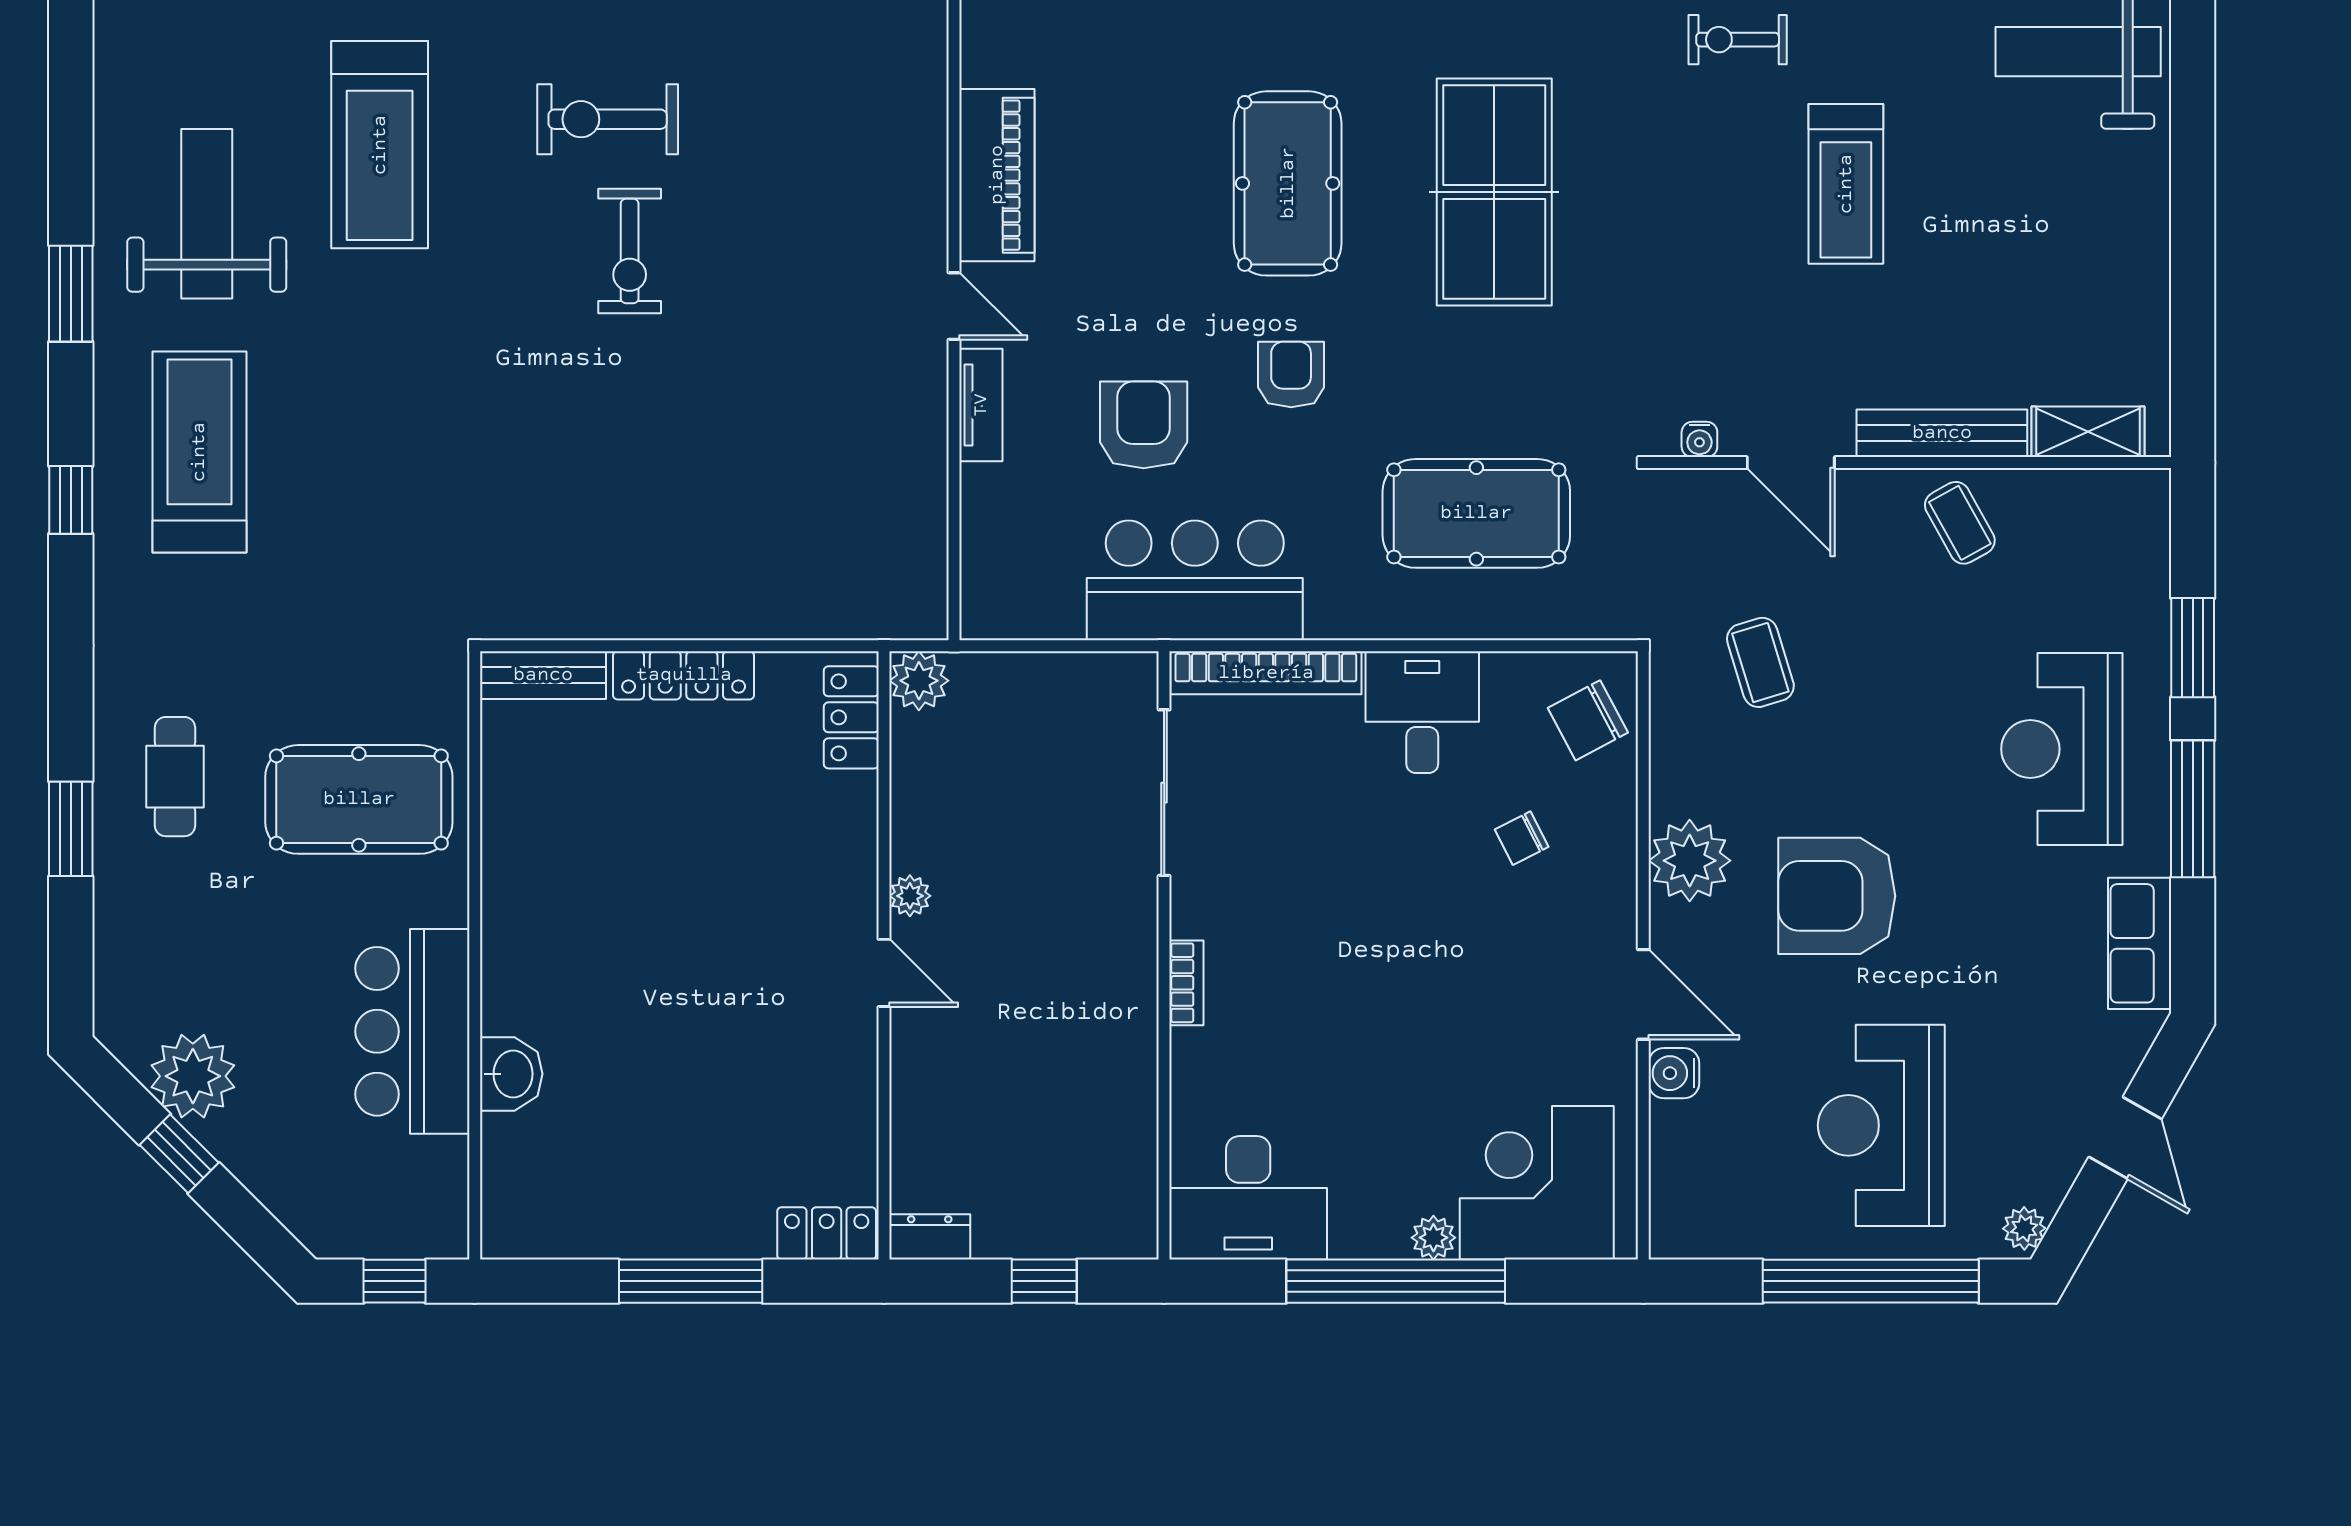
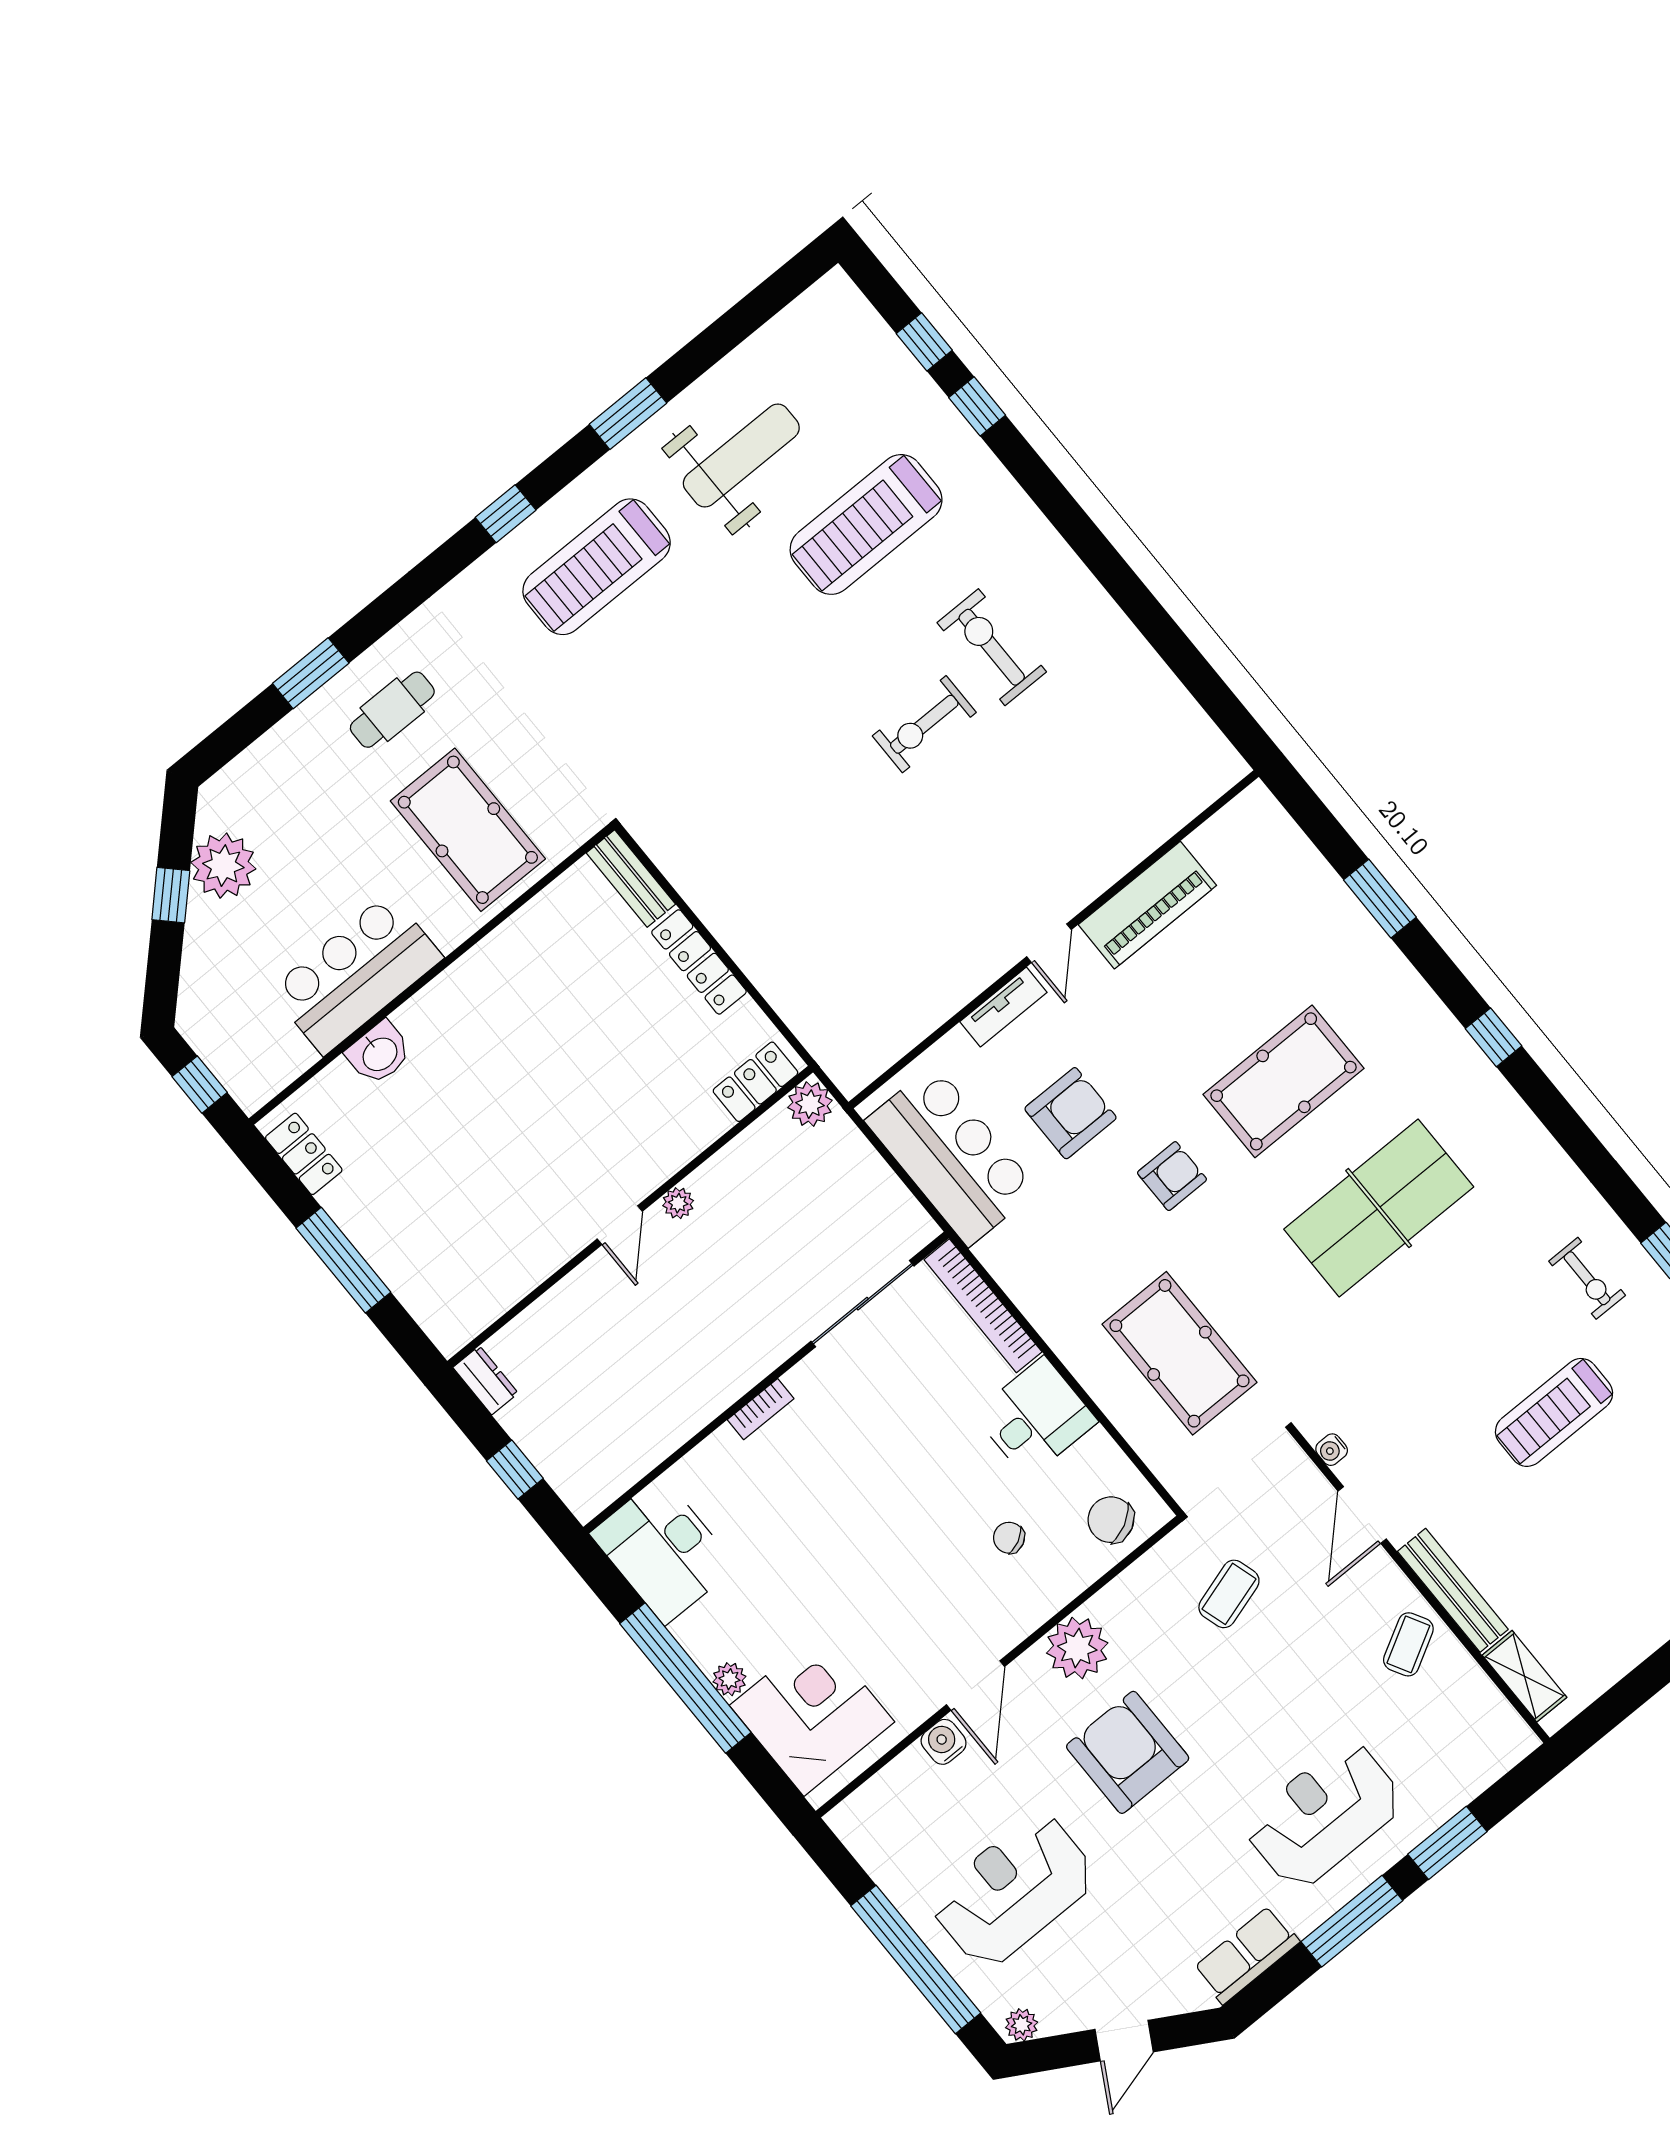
exercise bike: (1738, 40) -> (1587, 1278), turned 180
treadmill: (199, 452) -> (597, 567), turned 180
bar counter: (1195, 580) -> (951, 1155), moved
locker: (827, 1233) -> (304, 1154), moved

